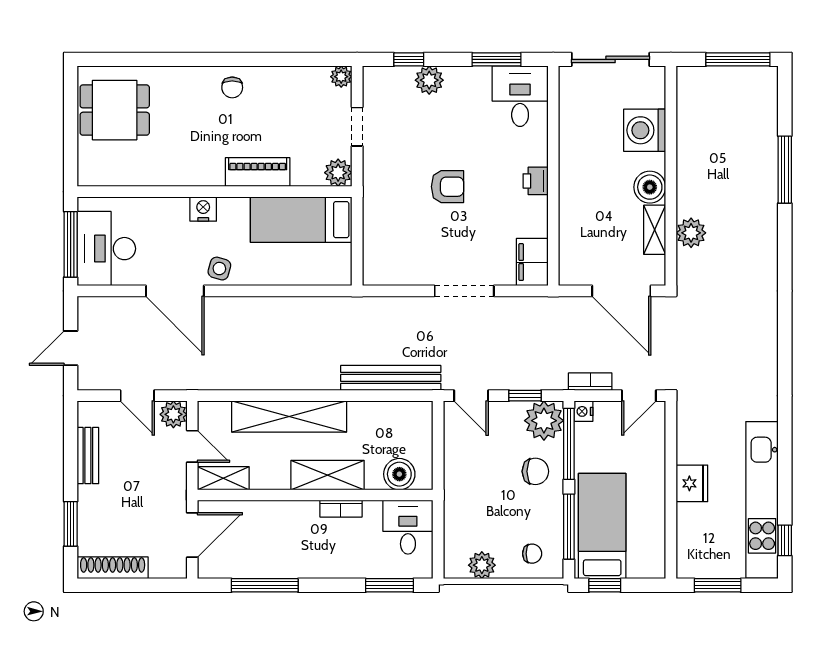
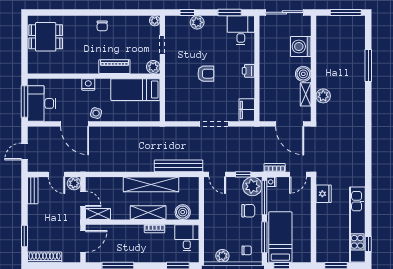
shelving: (289, 416) -> (151, 184), moved
bench: (88, 456) -> (33, 190), moved
fridge: (692, 483) -> (324, 194), moved

